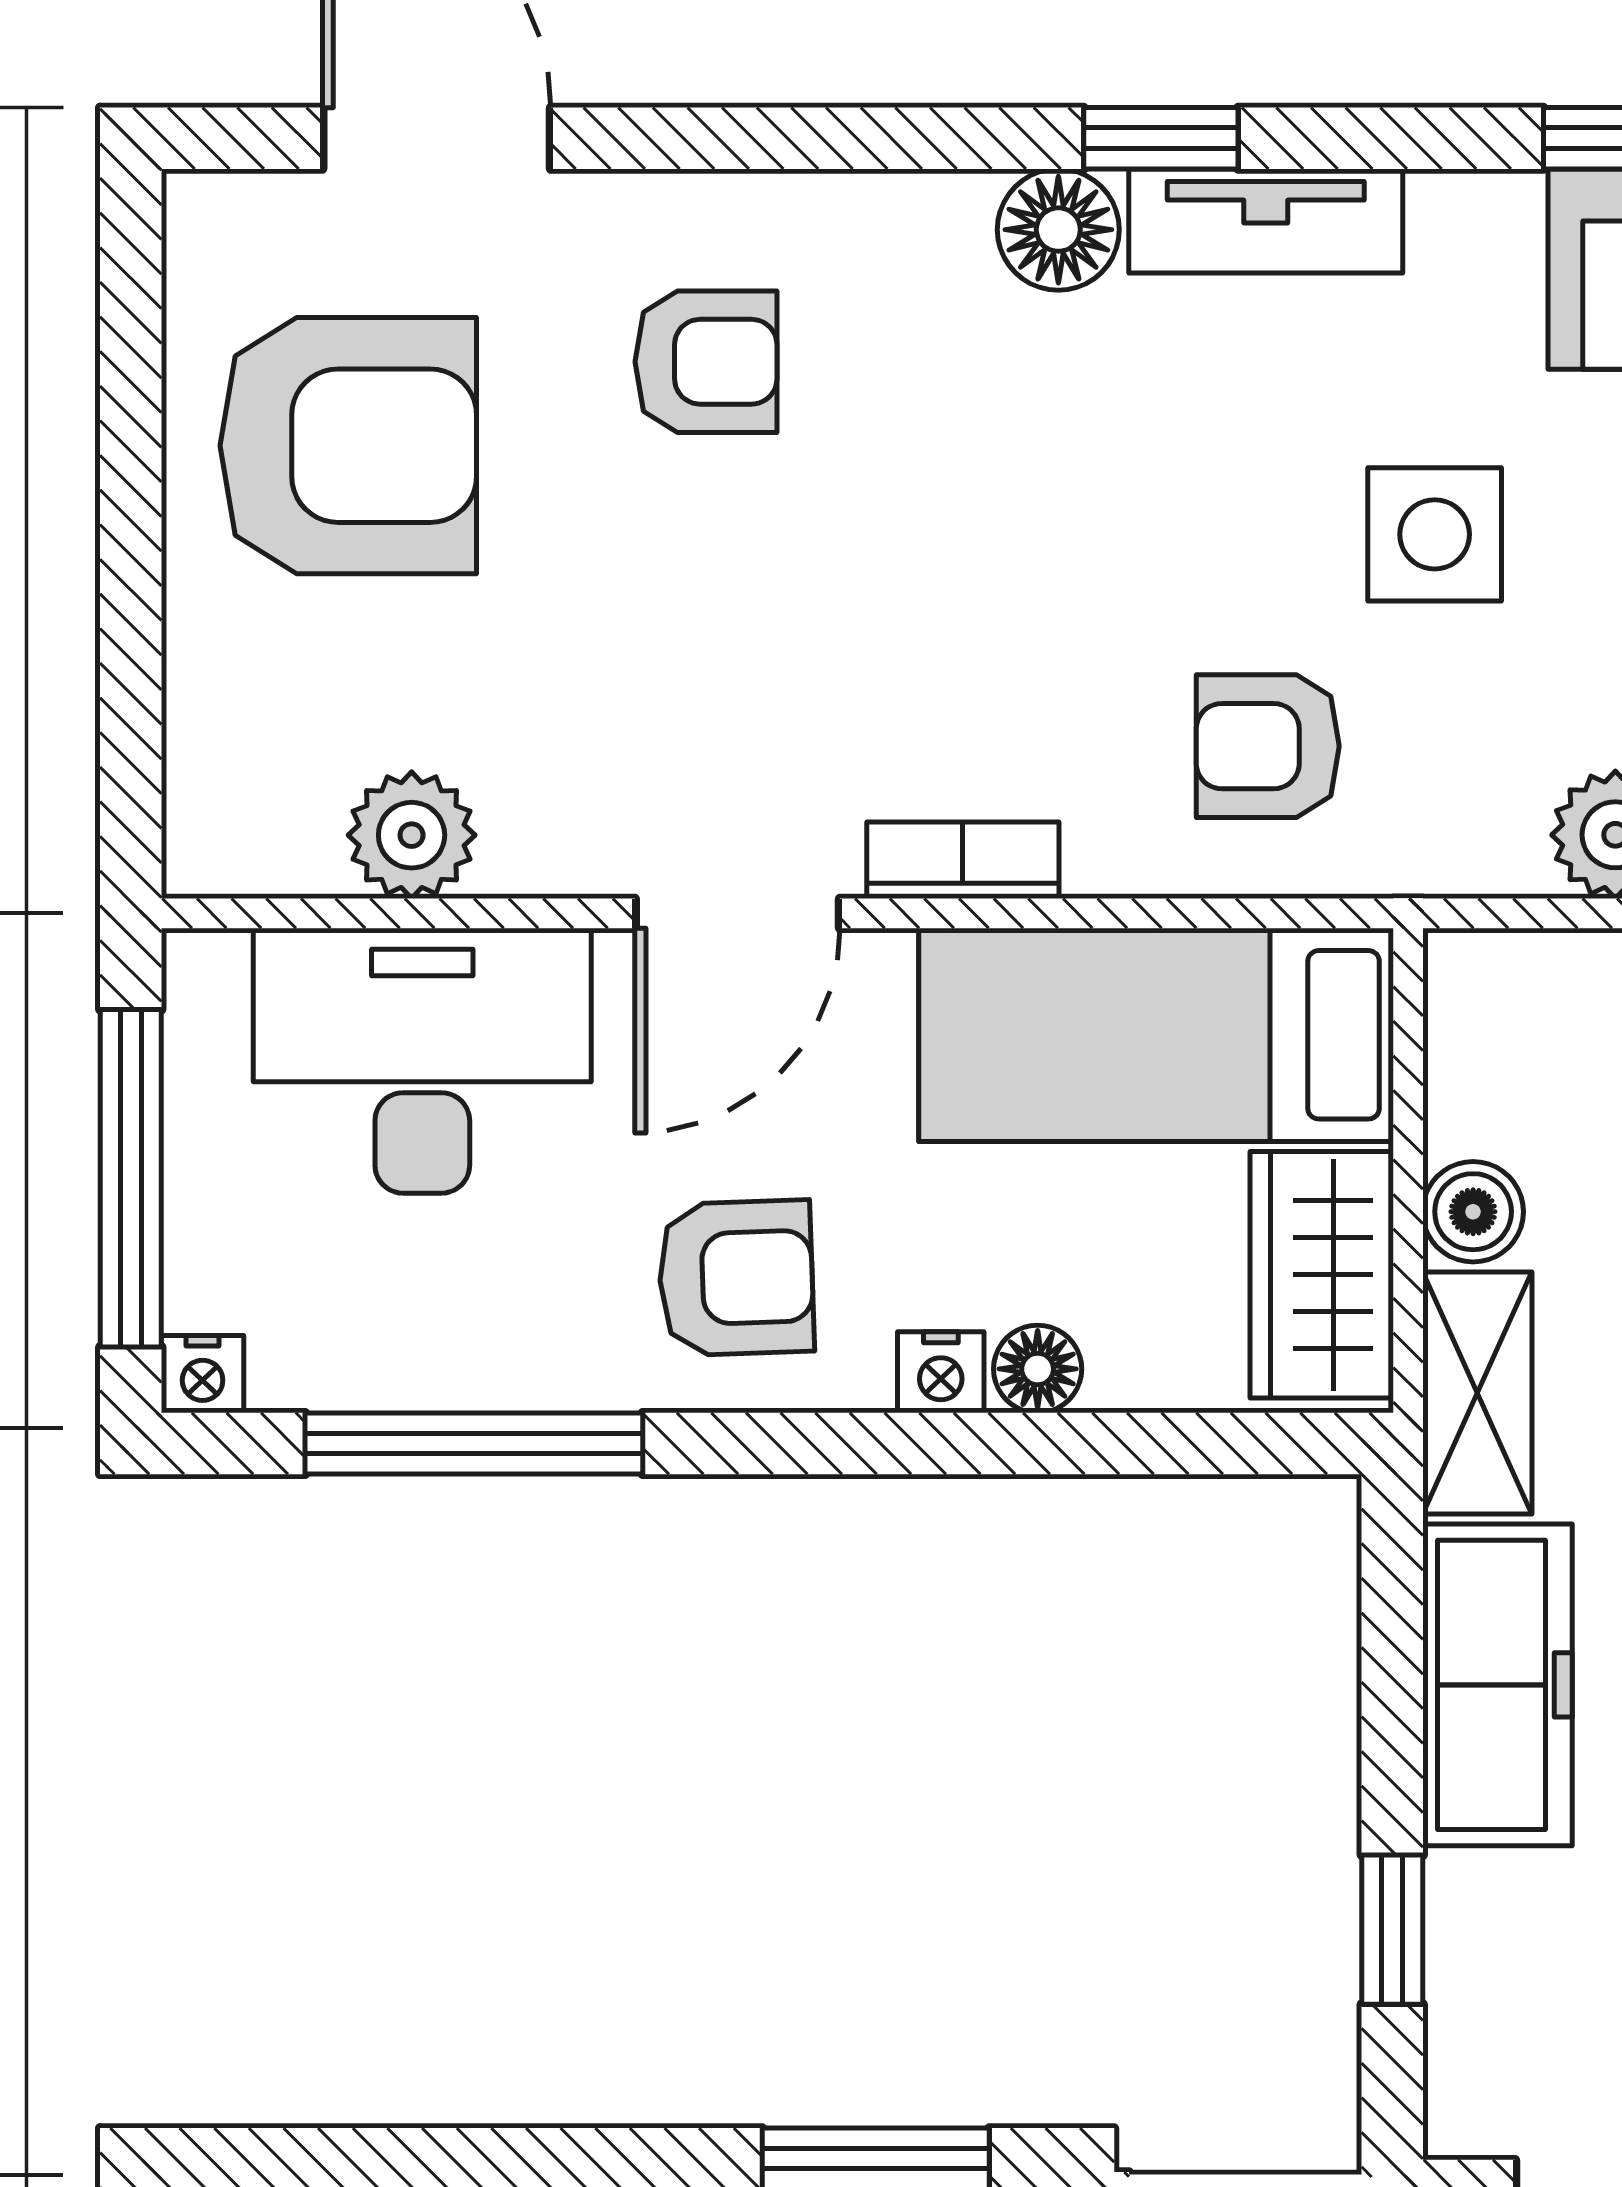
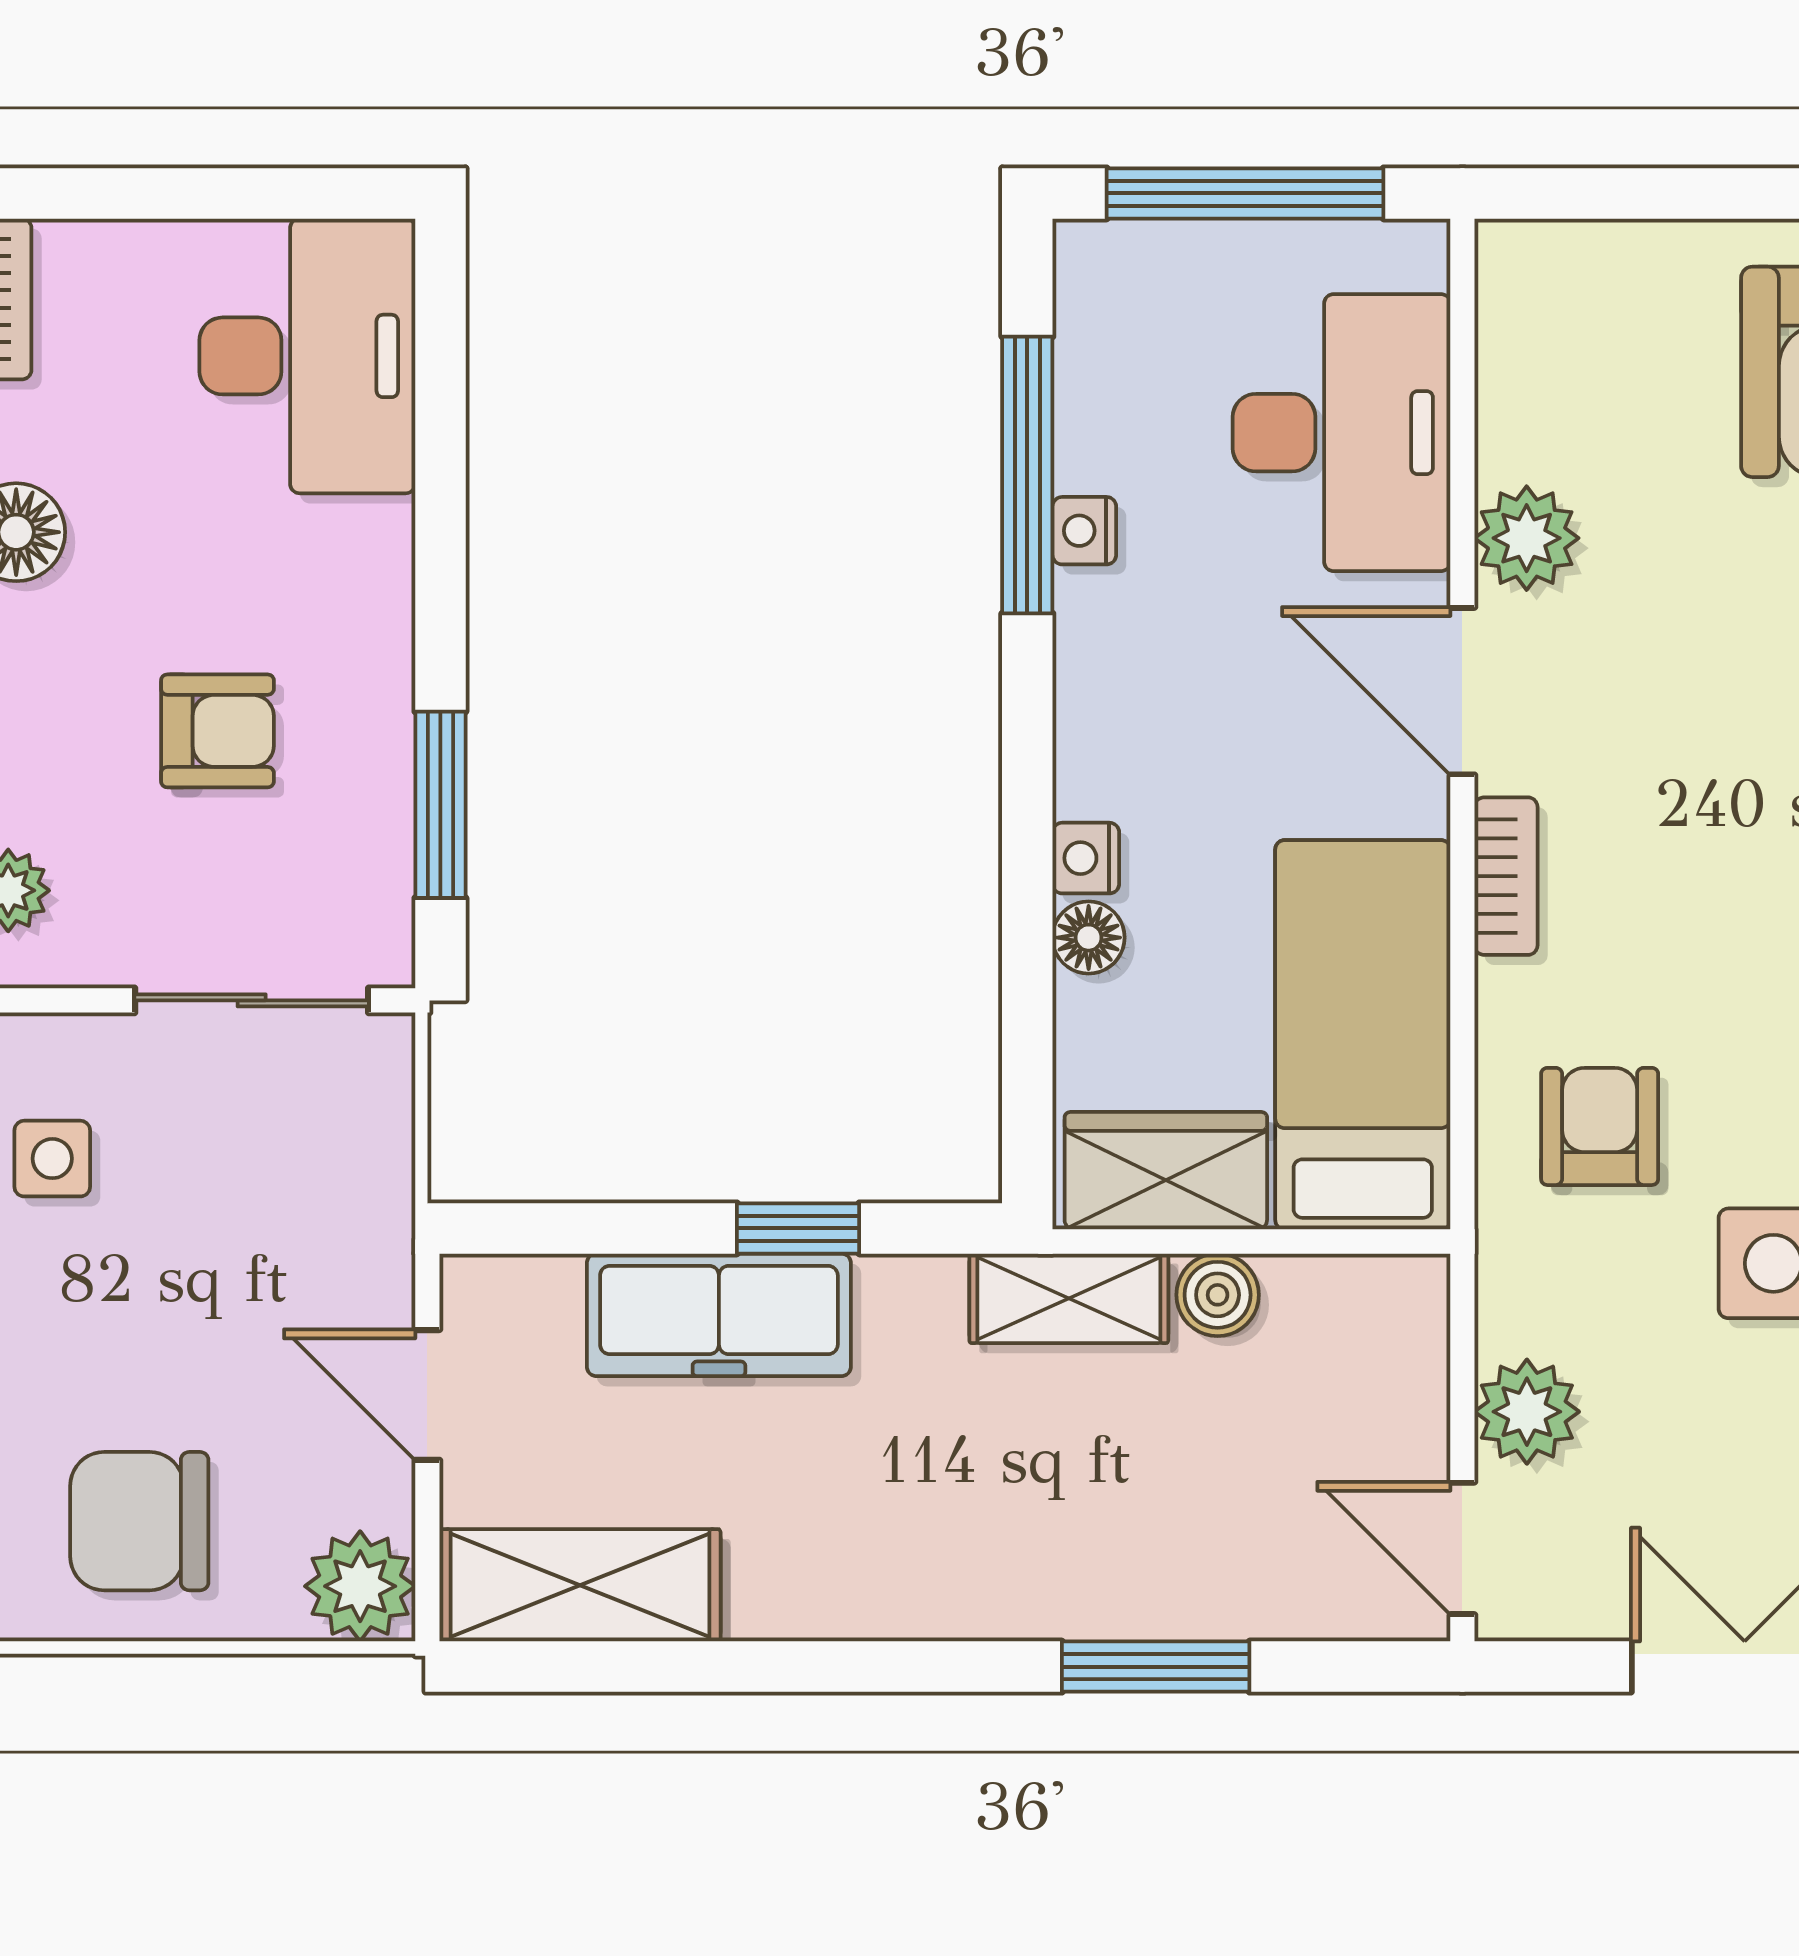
plant: (412, 835) -> (1527, 538), moved
armchair: (736, 1278) -> (1163, 690), removed
nightstand: (203, 1374) -> (1084, 531), moved
freezer: (1497, 1685) -> (719, 1315), moved
window: (1392, 1930) -> (798, 1228), moved

